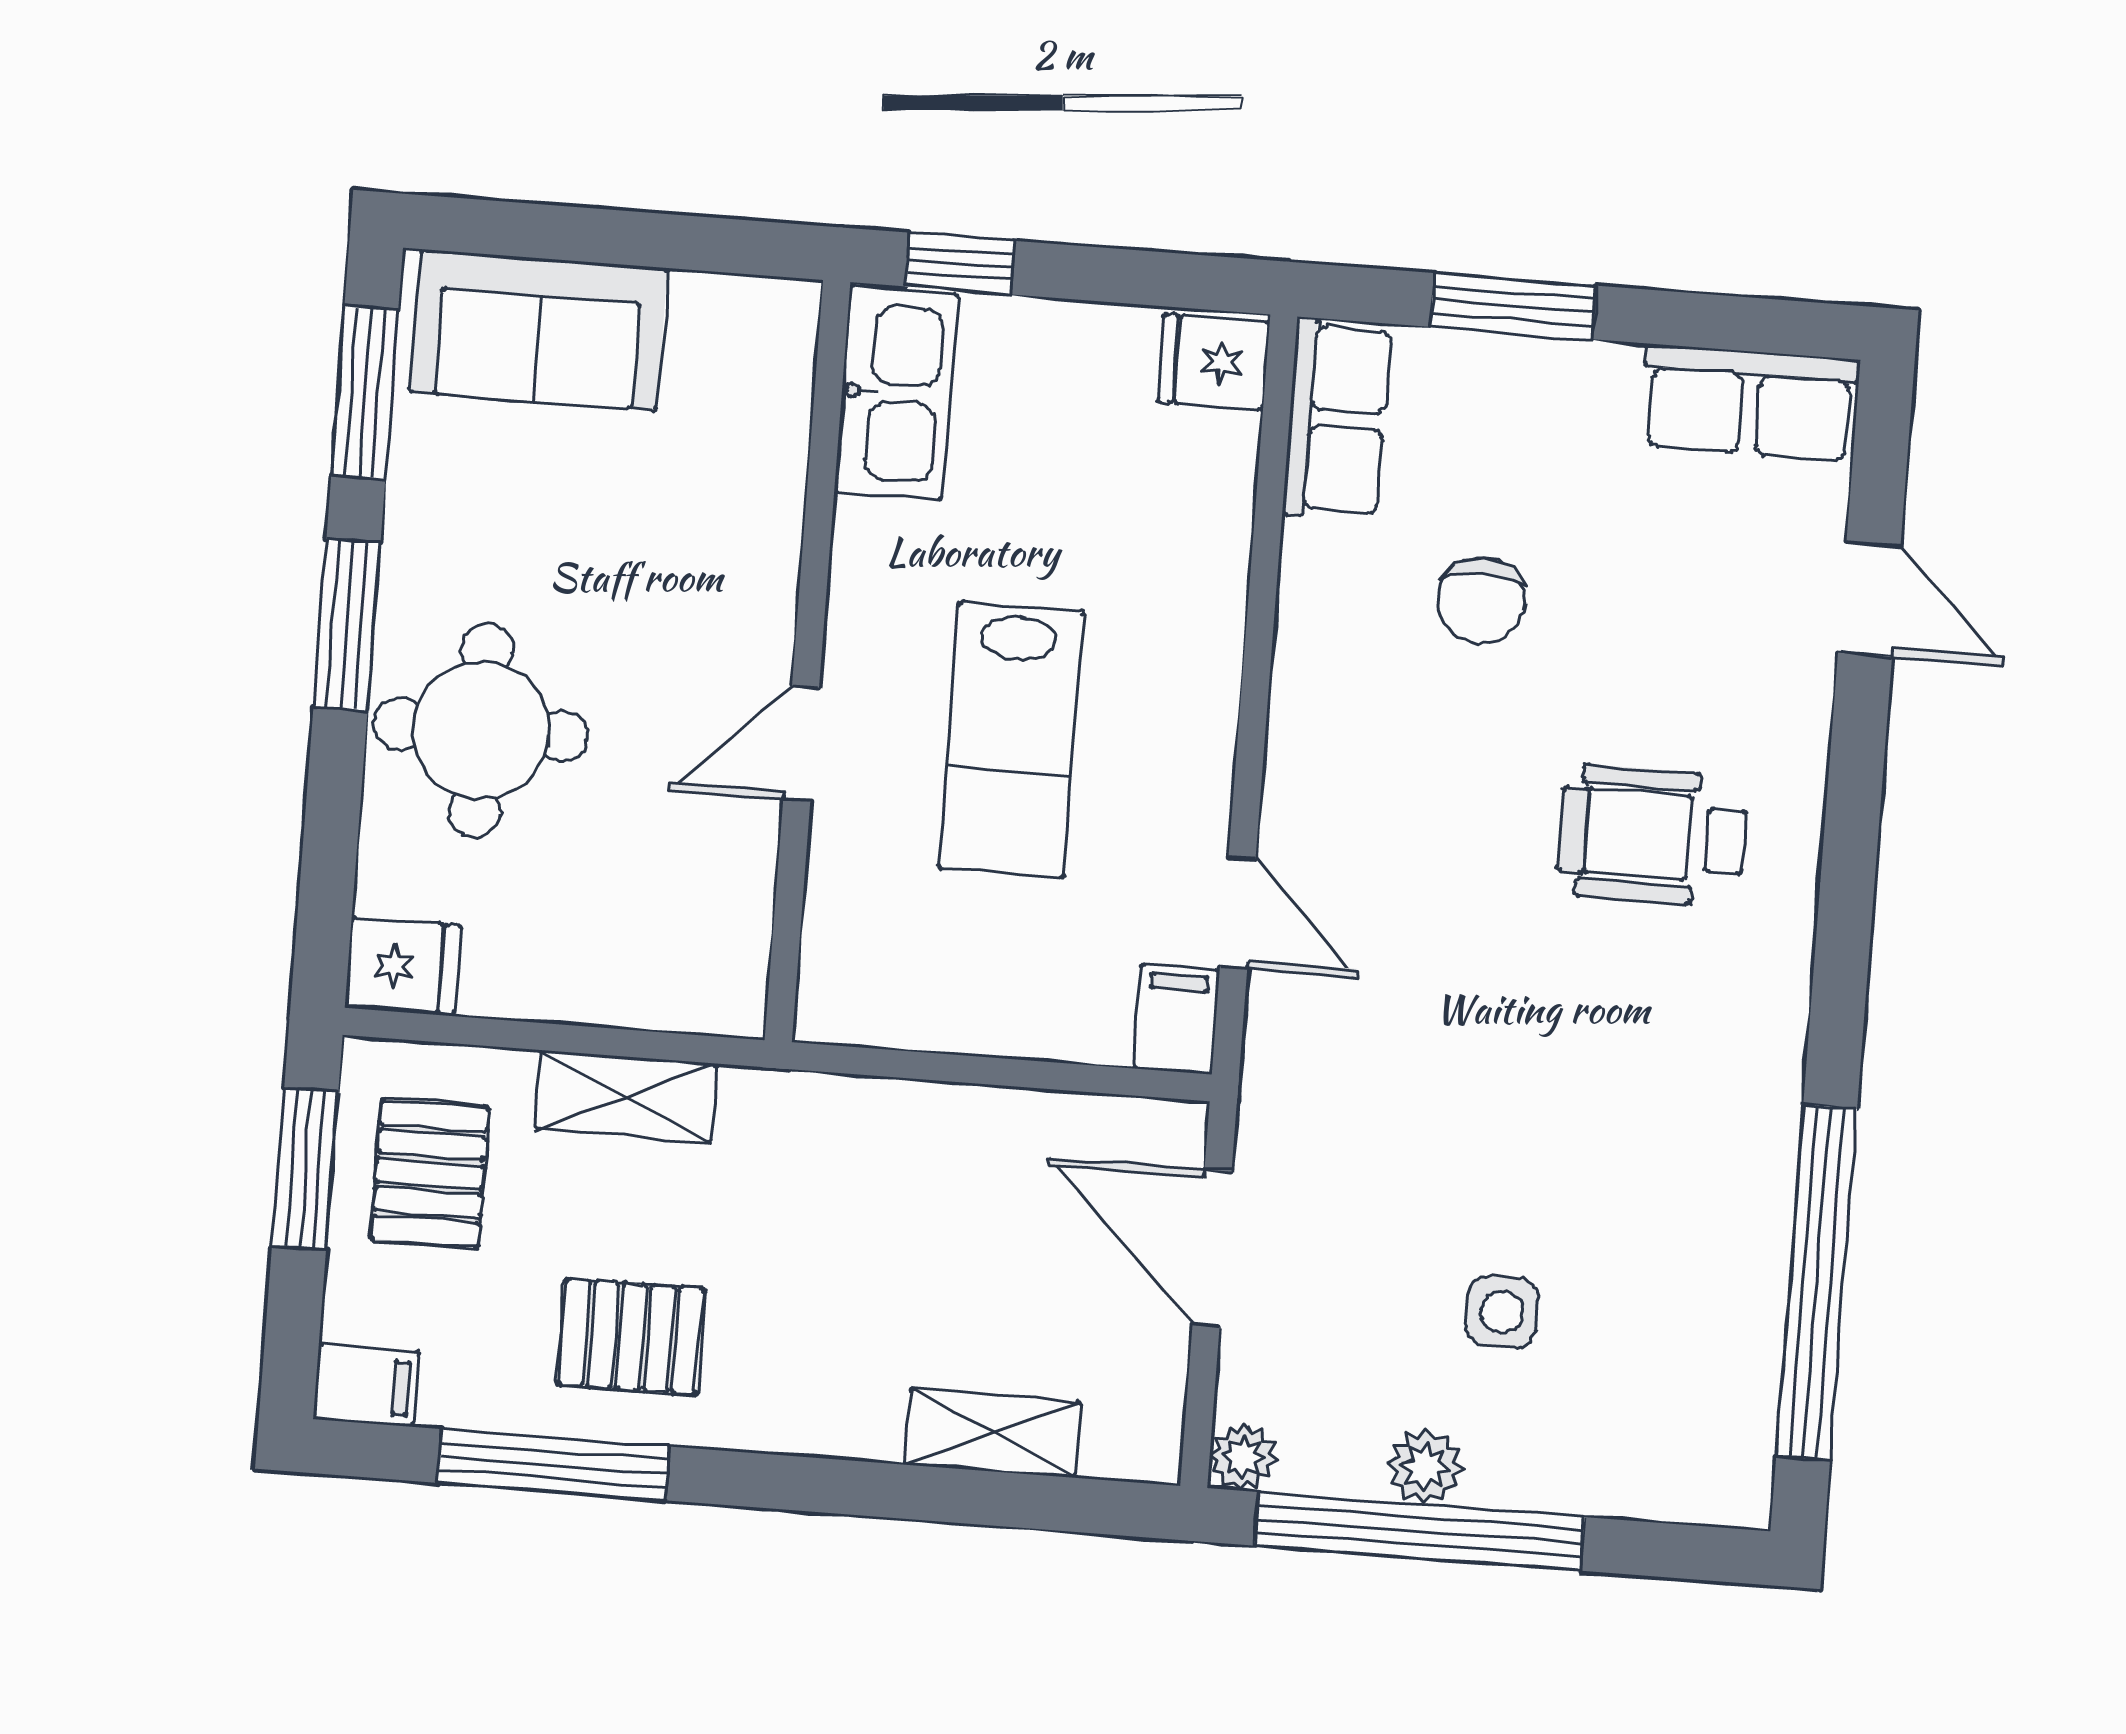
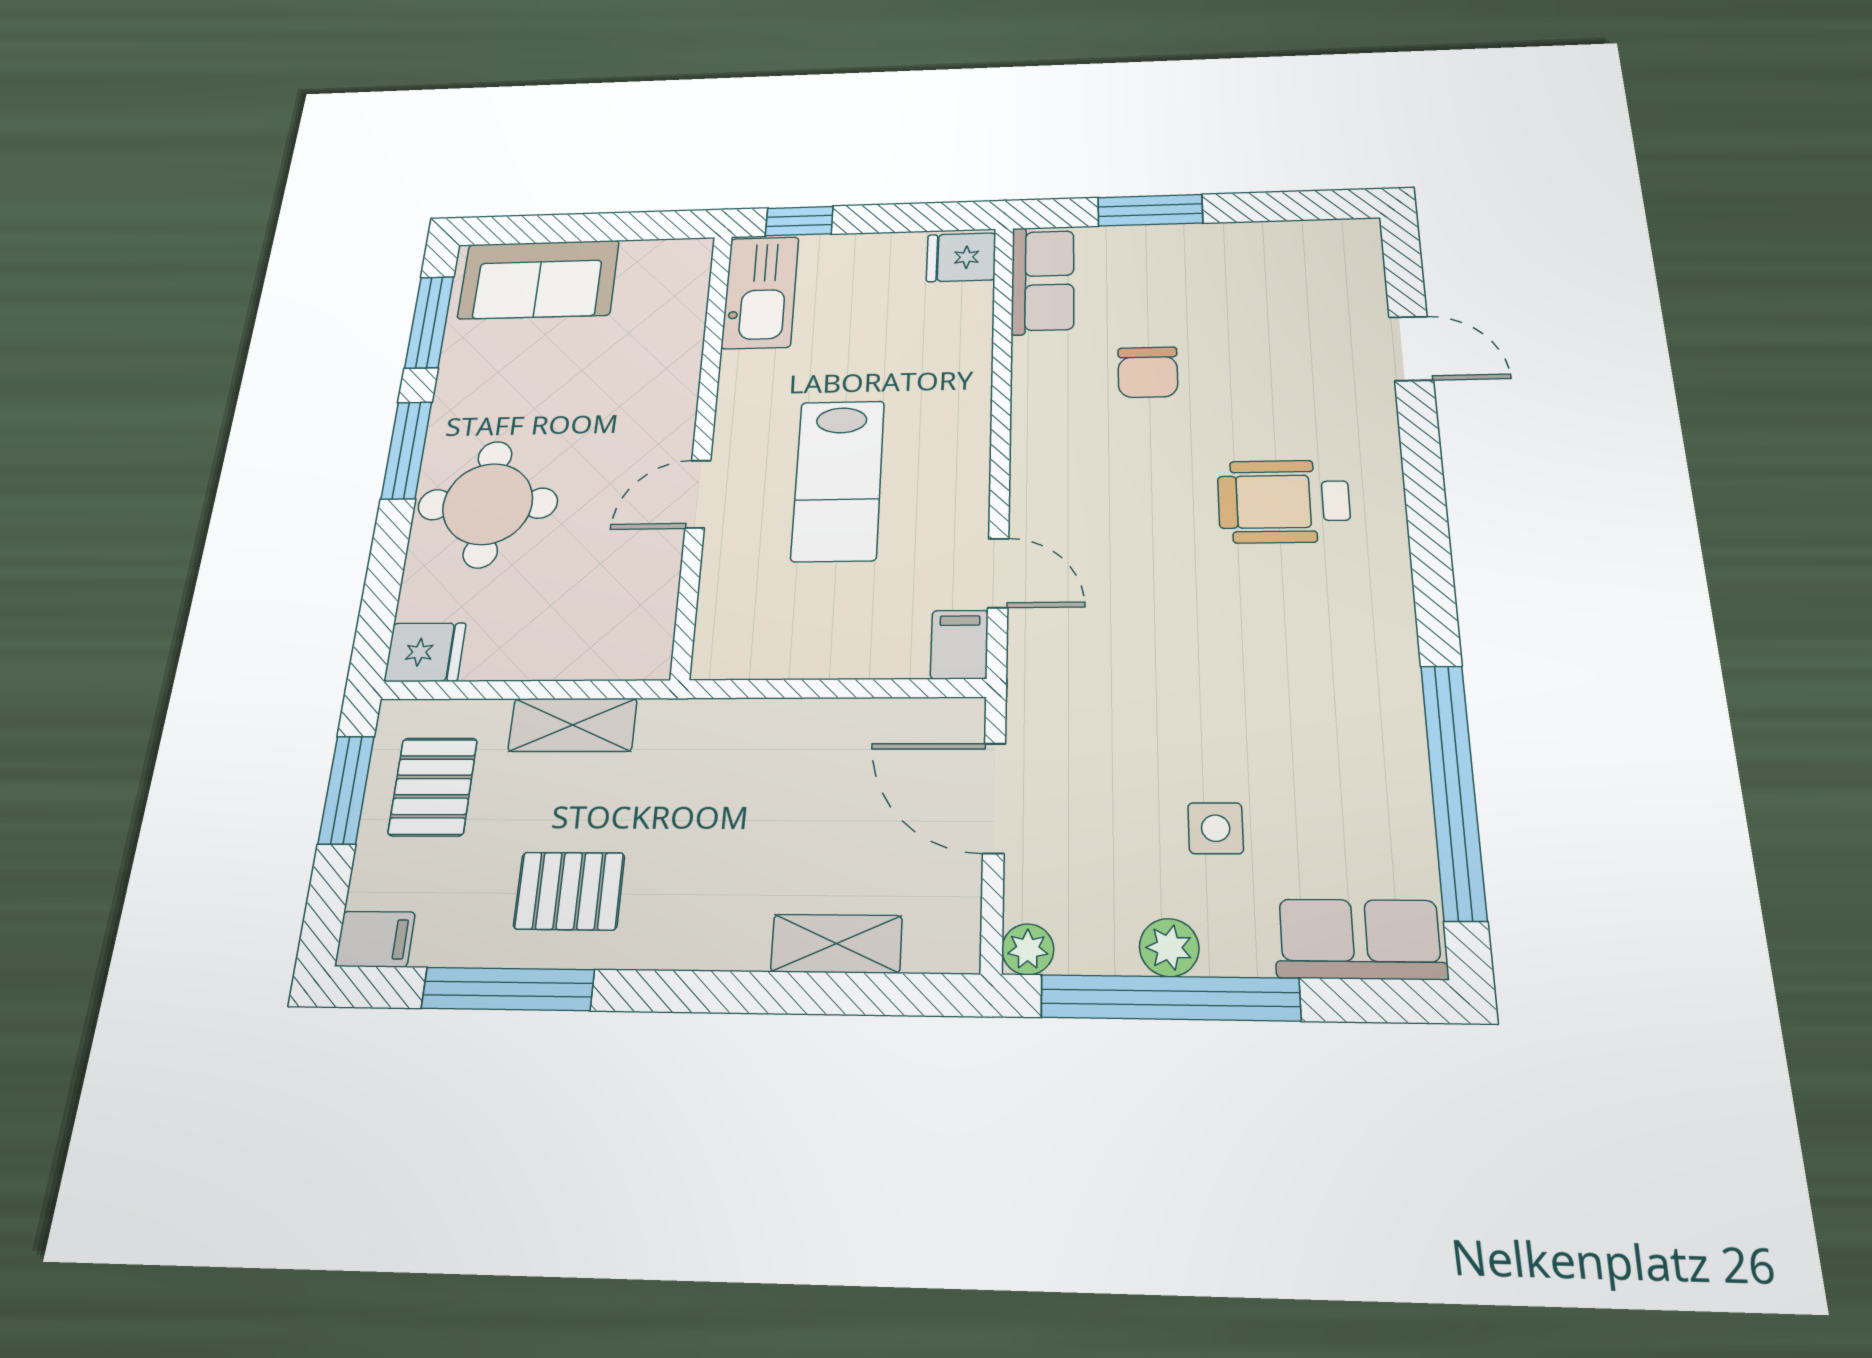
row of seats: (1750, 403) -> (1360, 939), moved, turned 180

